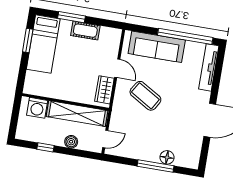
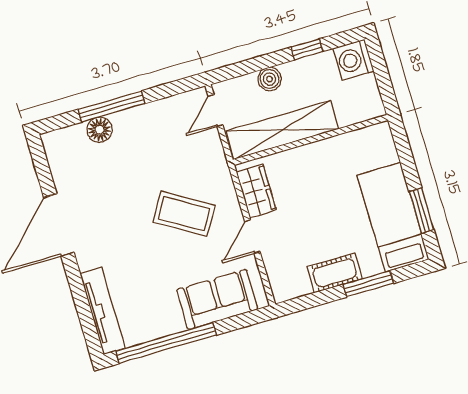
sofa: (157, 47) -> (217, 299), width x0.73
door: (117, 68) -> (252, 237), hinge flipped
washing machine: (37, 108) -> (353, 60), moved, turned -90

